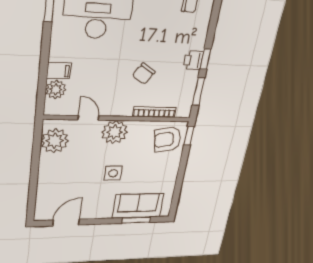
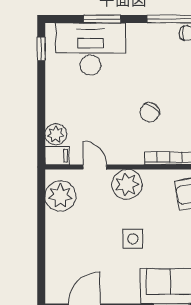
filing cabinet: (59, 71) -> (57, 156), moved

